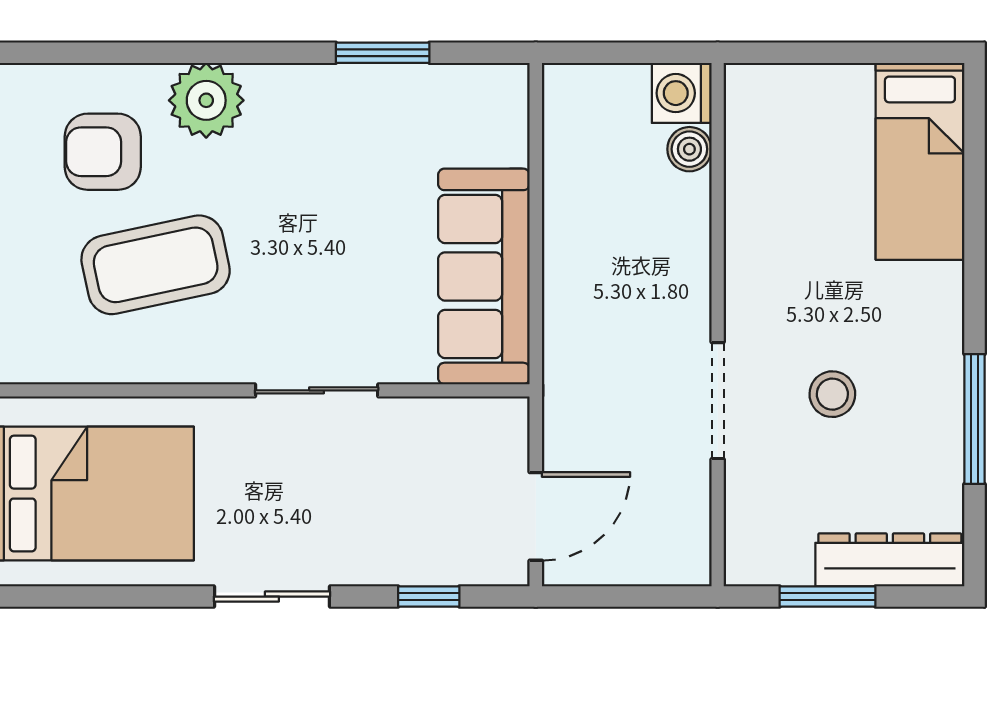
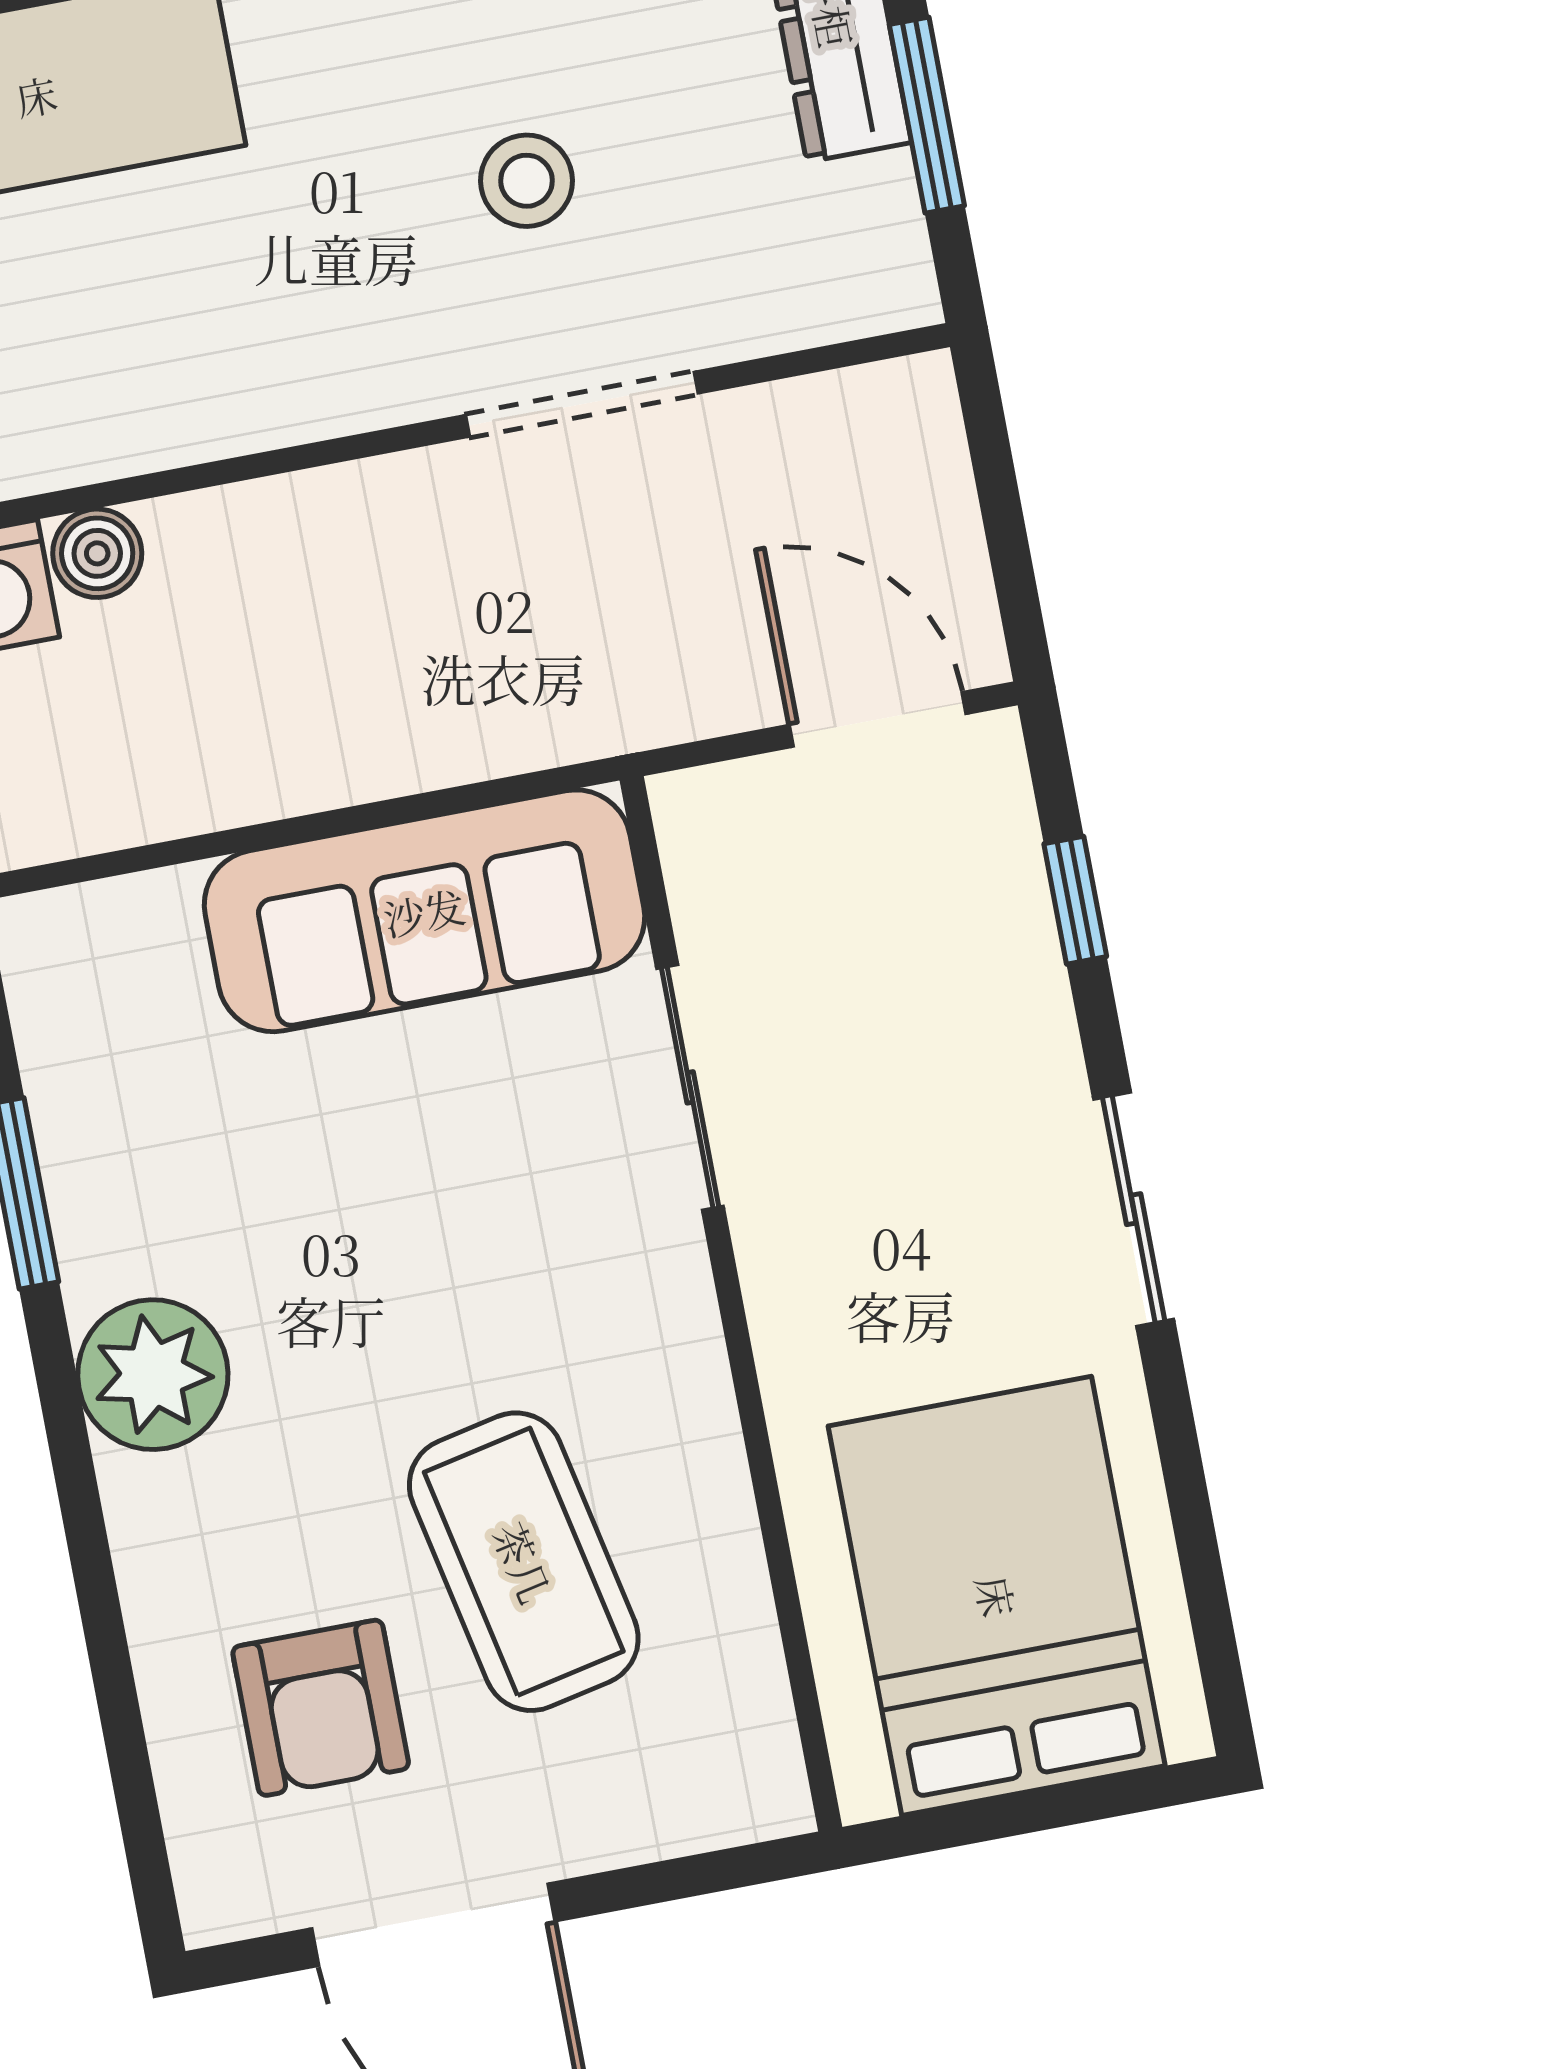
plant: (206, 100) -> (153, 1375), moved
sliding door: (317, 390) -> (690, 1087), moved

